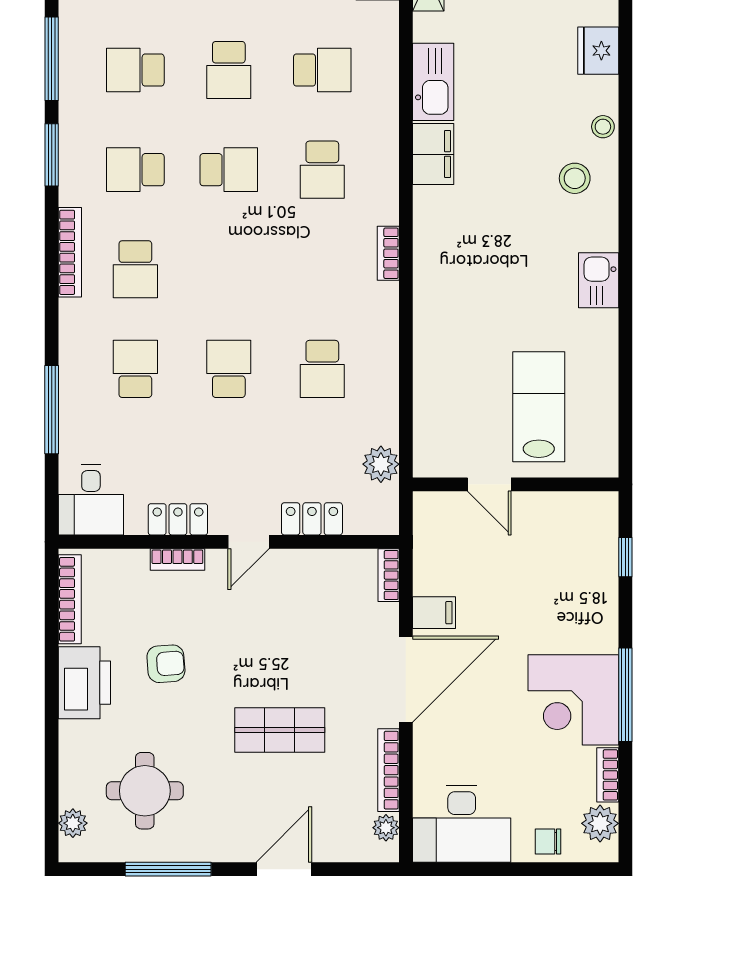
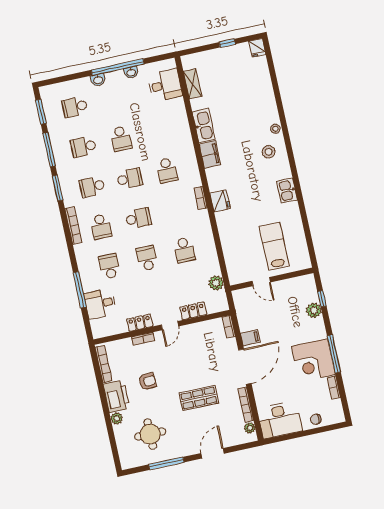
fridge: (598, 51) -> (220, 201), moved, turned 180
school desk: (322, 70) -> (138, 218), moved
desk: (91, 500) -> (100, 304), moved, turned 90
plant: (73, 823) -> (117, 418), moved
plant: (600, 823) -> (314, 310), moved

